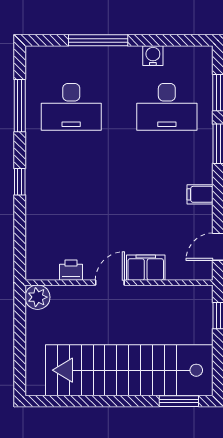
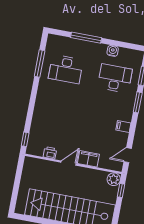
desk: (167, 107) -> (115, 78), turned 180
window: (20, 182) -> (25, 139), moved
plant: (37, 297) -> (114, 179), moved

